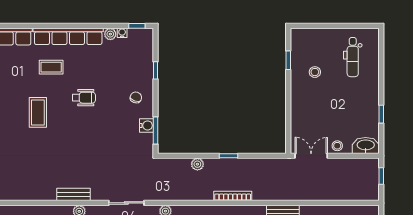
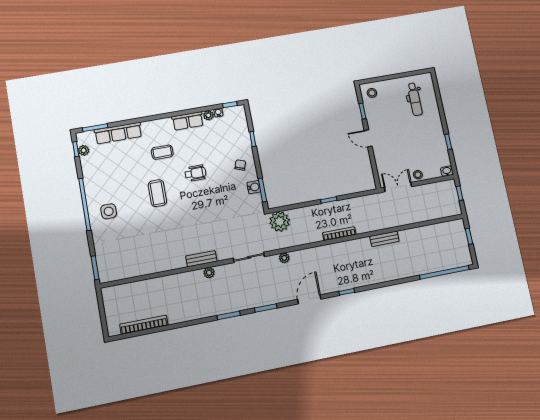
row of seats: (68, 36) -> (188, 121), width x0.50
stool: (315, 72) -> (372, 93), moved
door: (288, 93) -> (368, 138), added
washbasin: (366, 145) -> (447, 171), width x0.52, depth x0.69
plant: (197, 164) -> (280, 222), moved, width x1.87, depth x1.87

